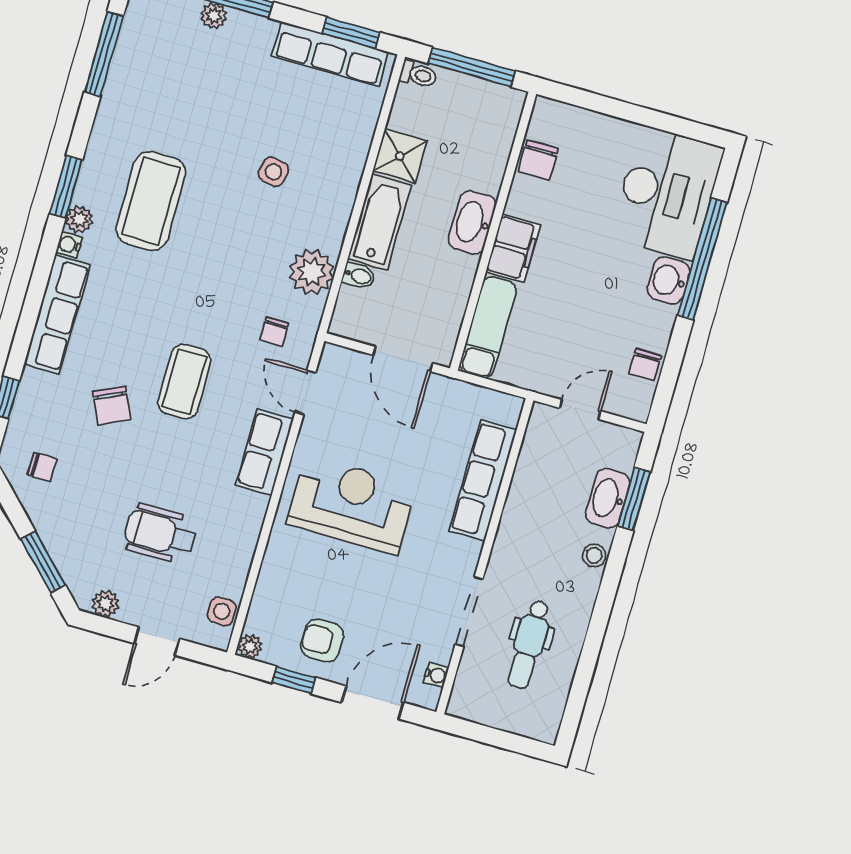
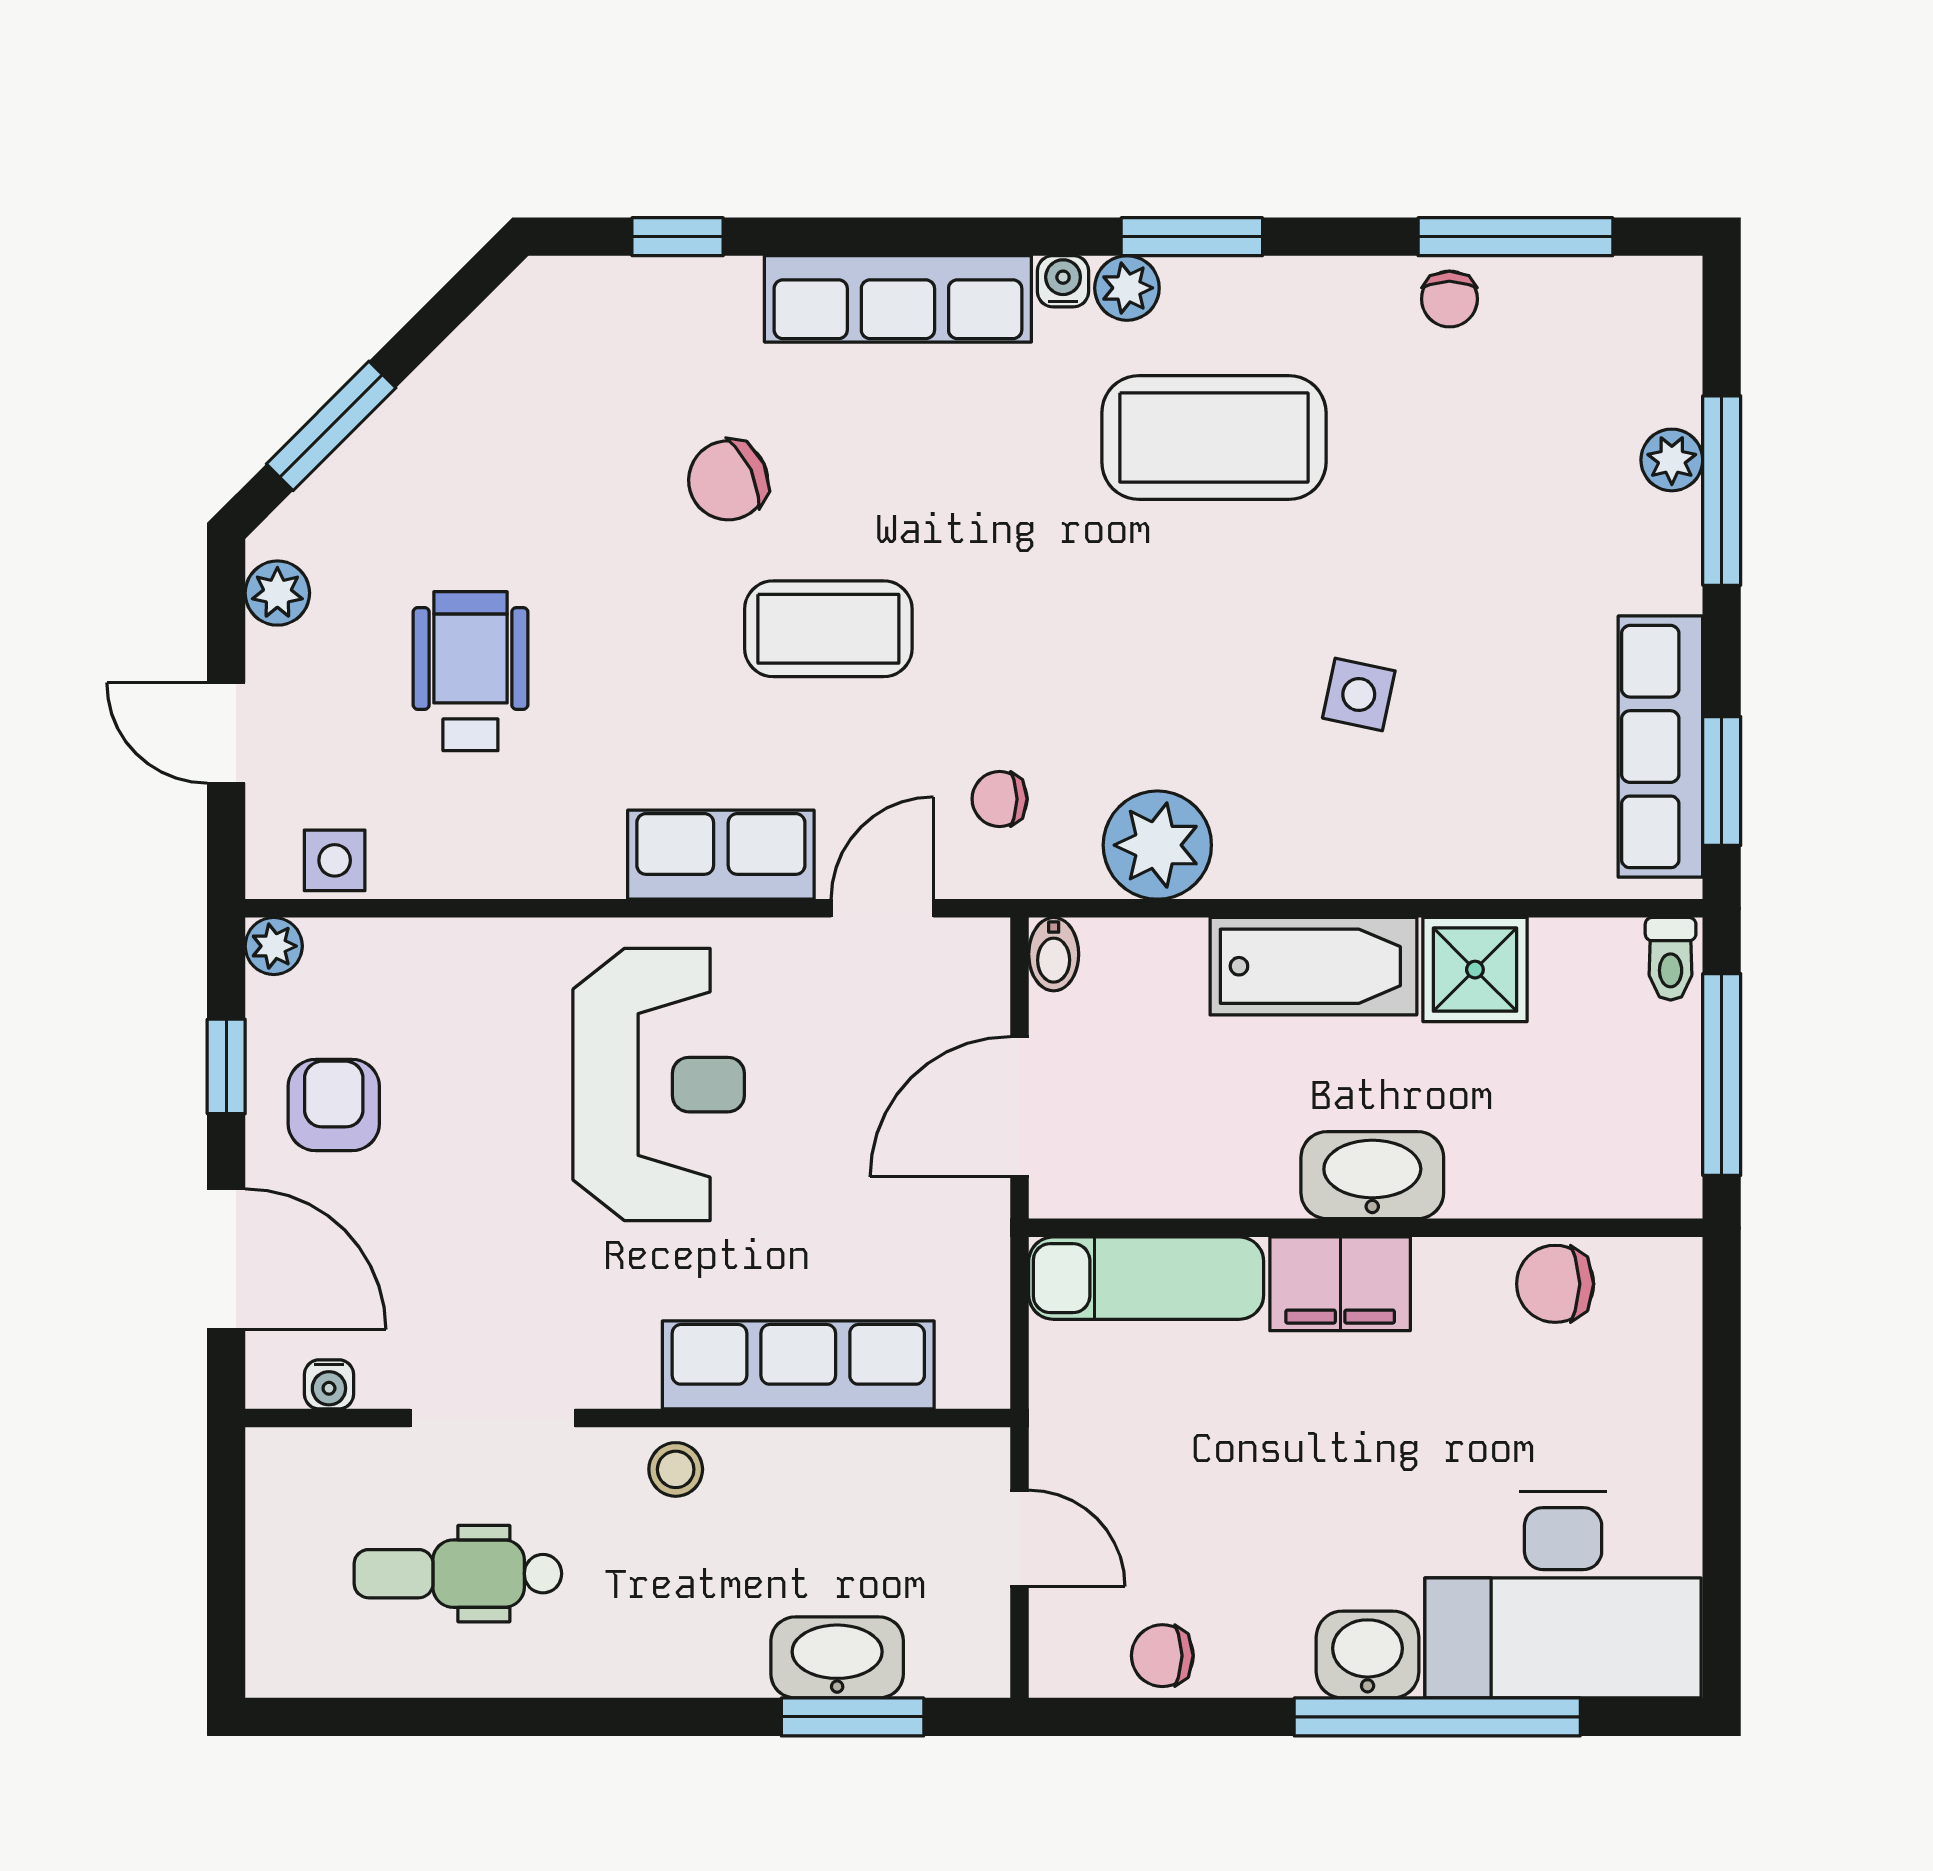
bidet: (359, 276) -> (1054, 954), moved
chair: (42, 467) -> (1449, 299), moved
stool: (594, 555) -> (676, 1469), moved

